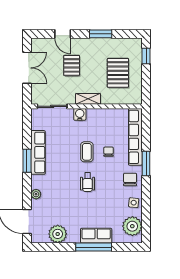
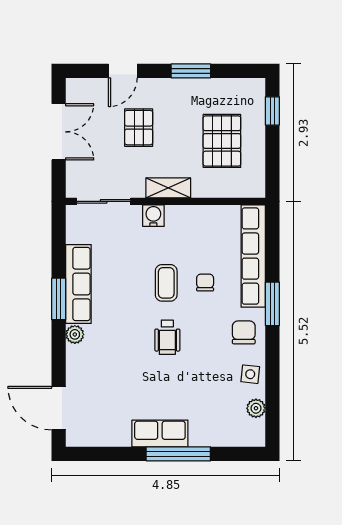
door: (63, 34) -> (123, 71), hinge flipped
plant: (36, 194) -> (75, 334), moved
plant: (132, 226) -> (256, 408), width x0.53, depth x0.53
plant: (58, 234) -> (114, 430), removed
row of seats: (96, 236) -> (160, 433), moved

